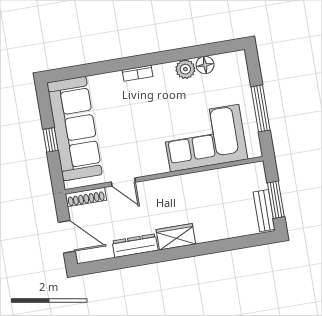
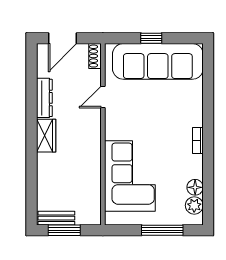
plant: (185, 69) -> (194, 205), moved
bookcase: (137, 73) -> (198, 141), moved
window: (261, 108) -> (162, 230), moved
shoe rack: (86, 197) -> (95, 56), width x0.70

